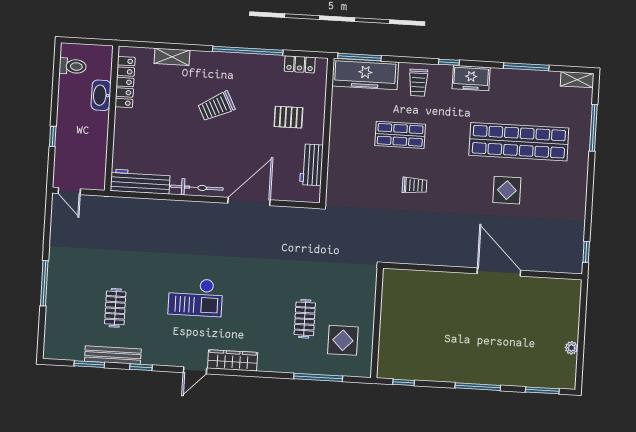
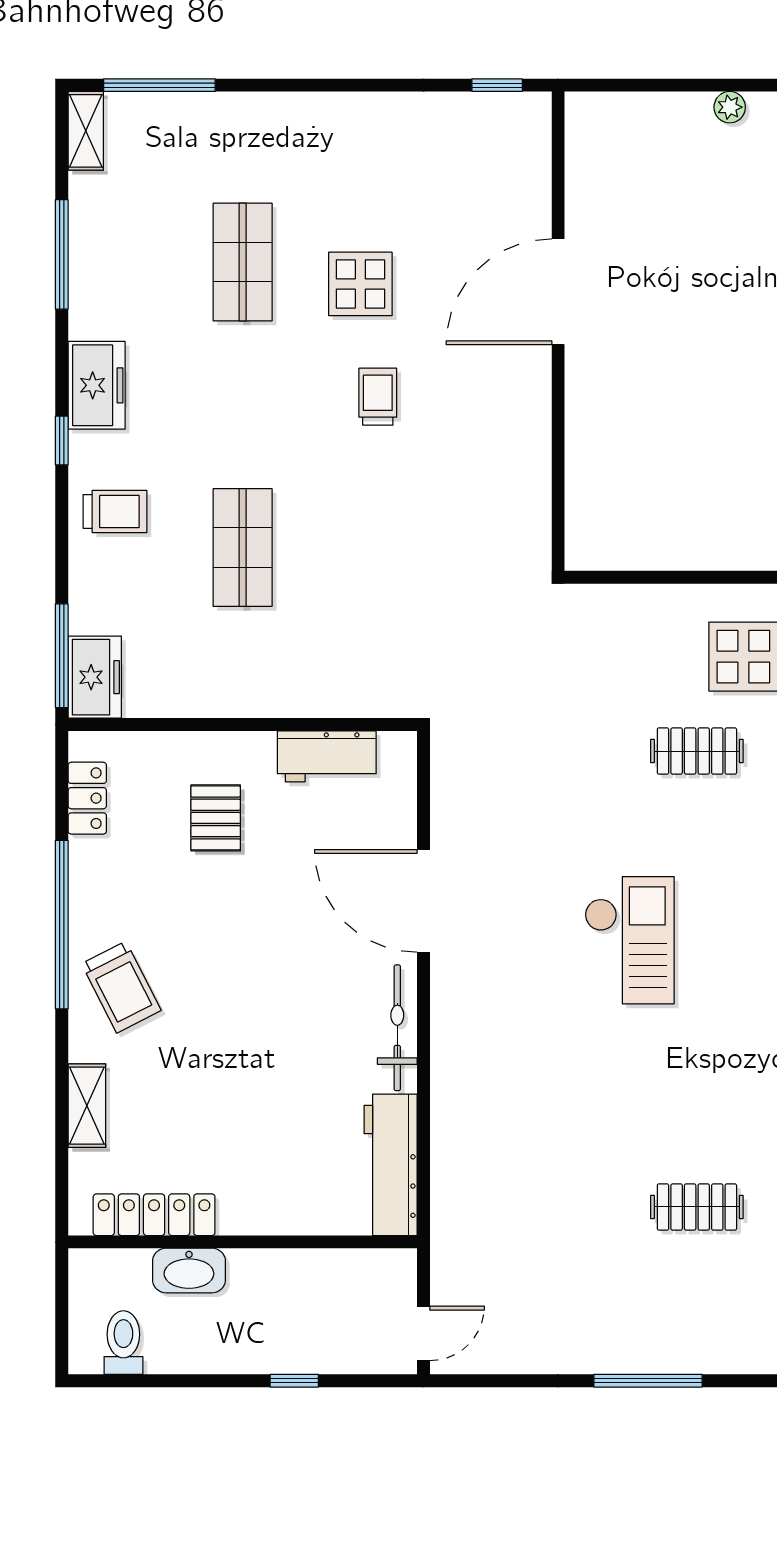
freezer: (365, 74) -> (95, 677), width x0.52, depth x0.79
trolley: (216, 106) -> (121, 987), moved
window: (593, 128) -> (159, 85), moved
shop shelf: (519, 142) -> (243, 262), width x0.50, depth x0.74
trolley: (414, 185) -> (378, 397), moved
checkout: (195, 297) -> (629, 940), moved

